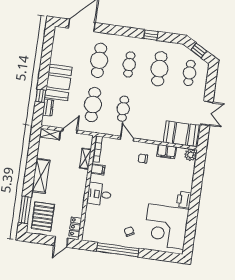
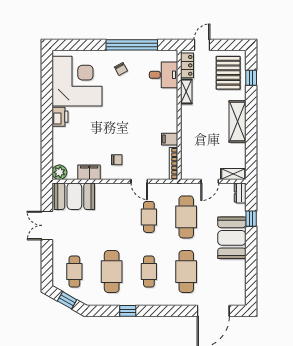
dresser: (48, 108) -> (240, 193), moved
shelving: (85, 159) -> (186, 91), moved
desk: (99, 194) -> (164, 75), moved
window: (25, 210) -> (251, 78), width x0.46

